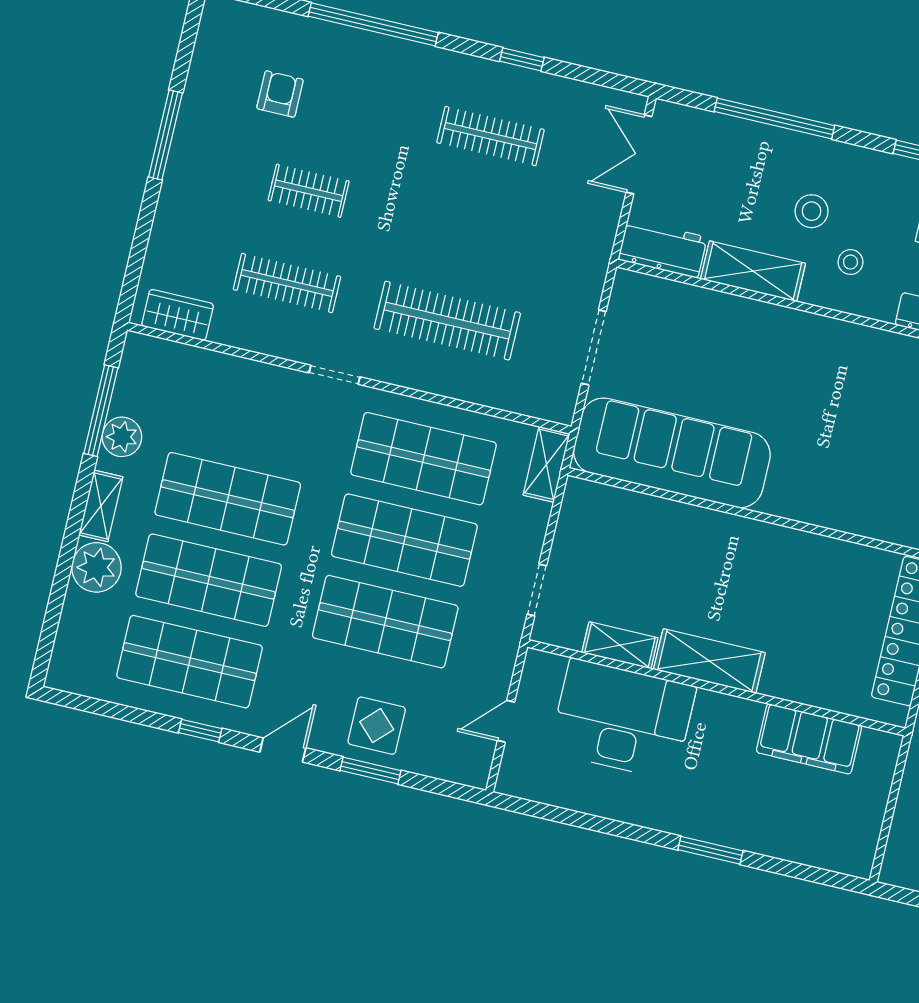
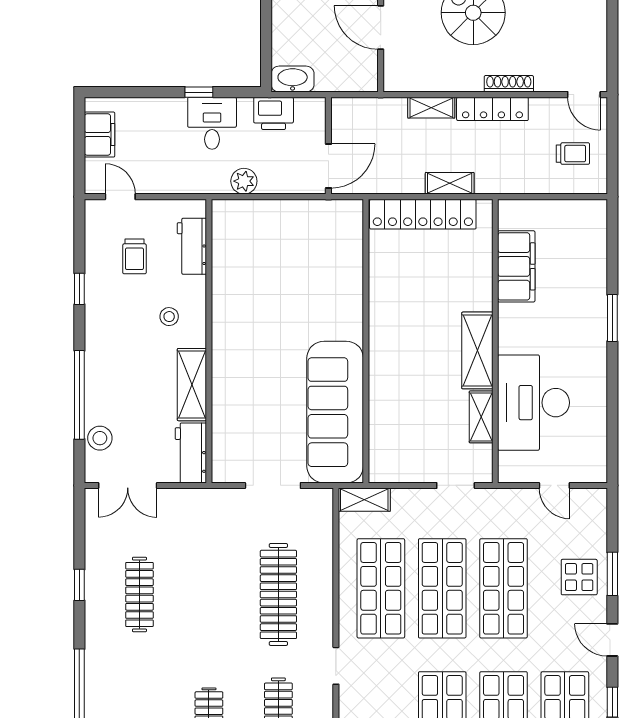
stool: (812, 211) -> (100, 438), moved

